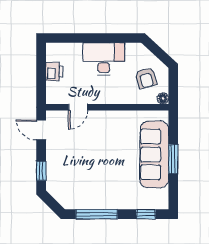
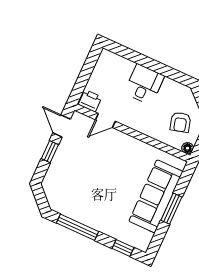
desk: (104, 59) -> (144, 84), width x0.73
printer: (54, 71) -> (90, 101), moved, turned -90
window: (41, 171) -> (50, 152), moved

